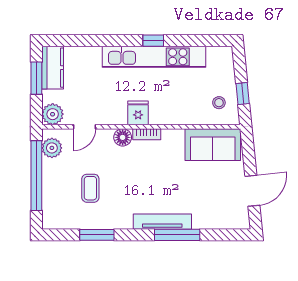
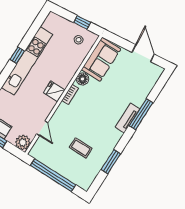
floor lamp: (123, 137) -> (82, 79), moved
plant: (52, 148) -> (42, 156), removed
tv unit: (162, 222) -> (128, 118), width x0.71

